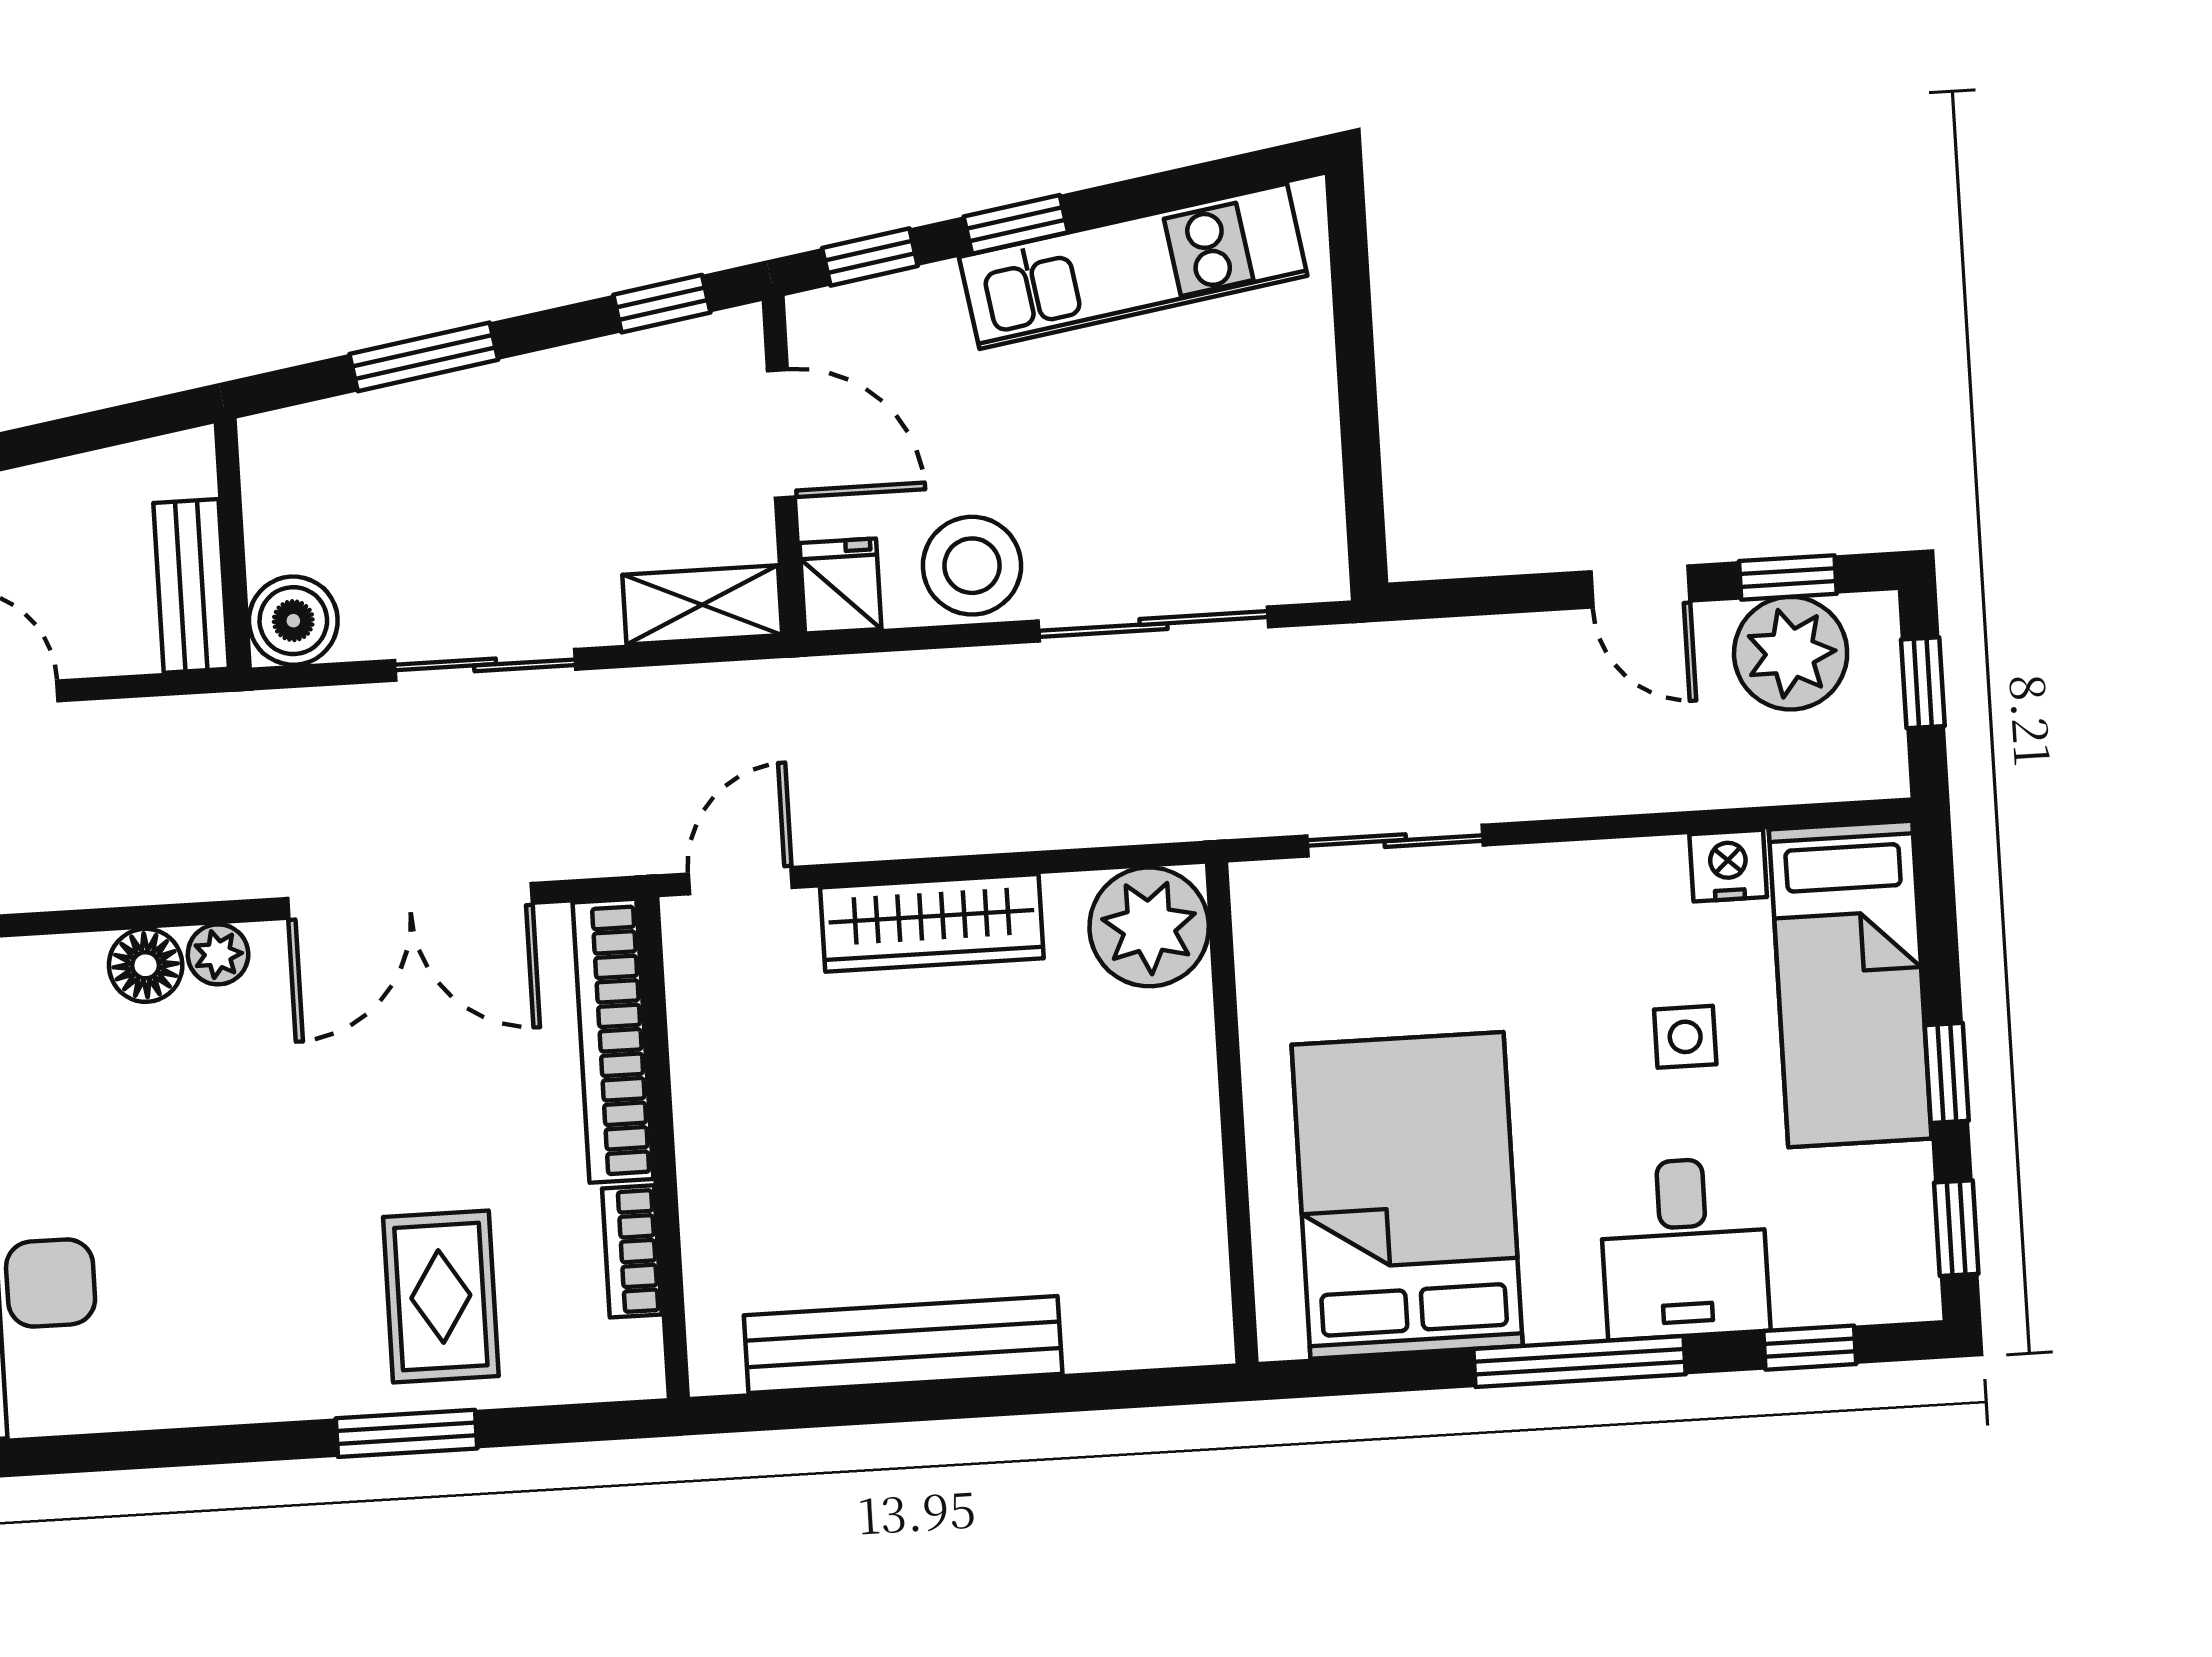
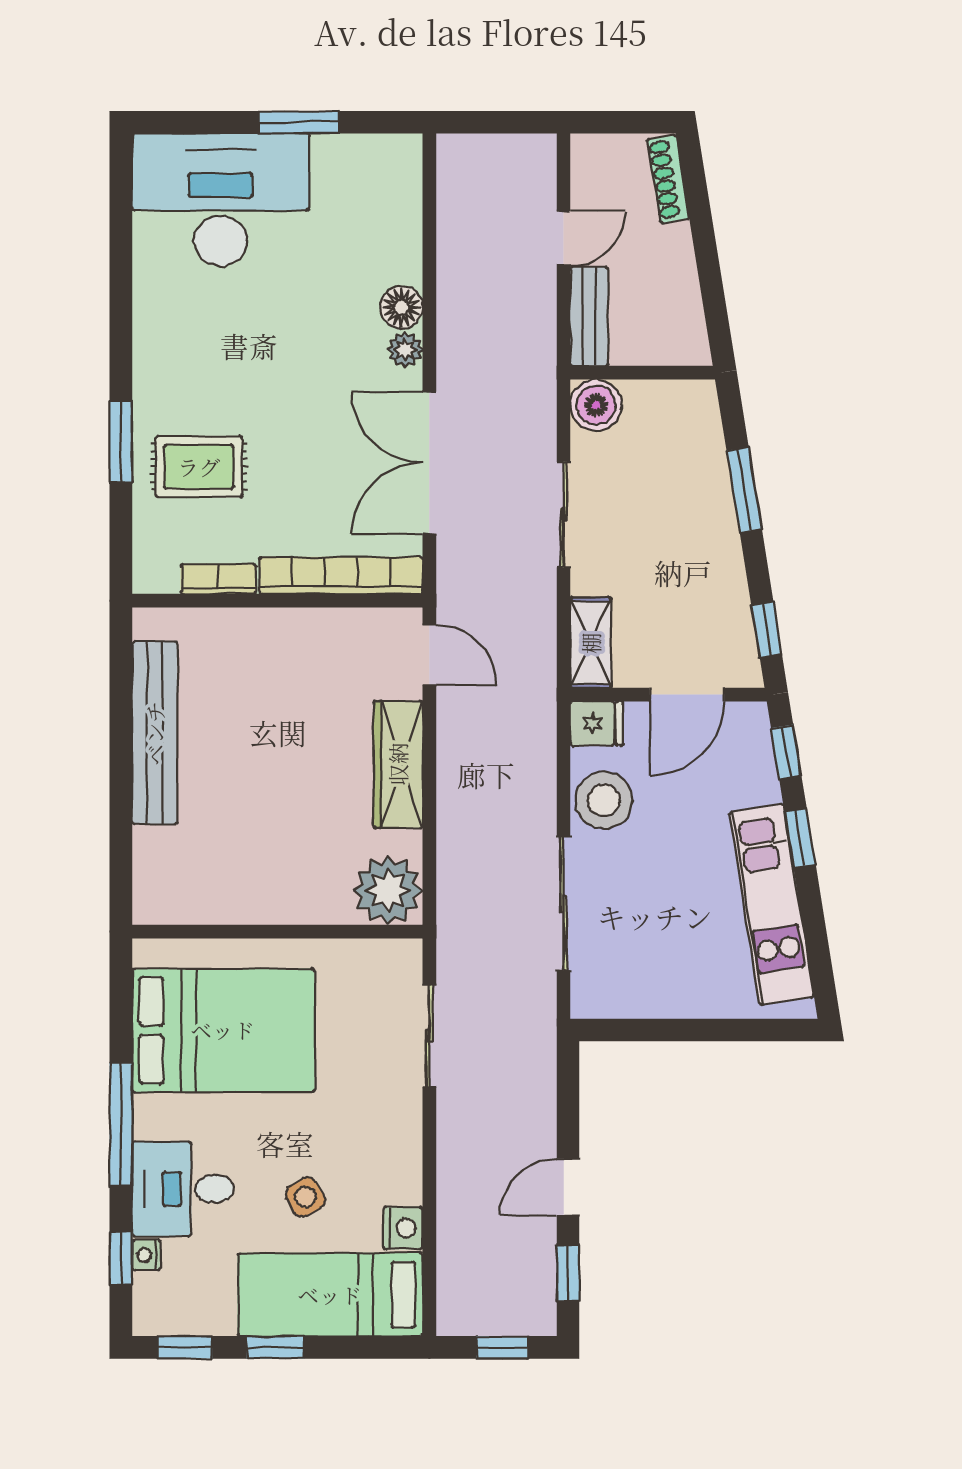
bench: (191, 586) -> (589, 316), moved, turned 90
plant: (1791, 653) -> (524, 1272), removed
side table: (1685, 1037) -> (305, 1197), turned -31
nightstand: (1801, 1304) -> (146, 1255), added

